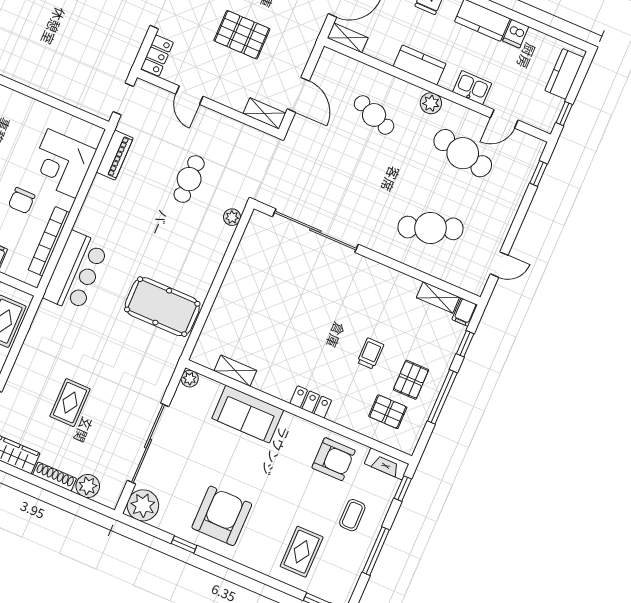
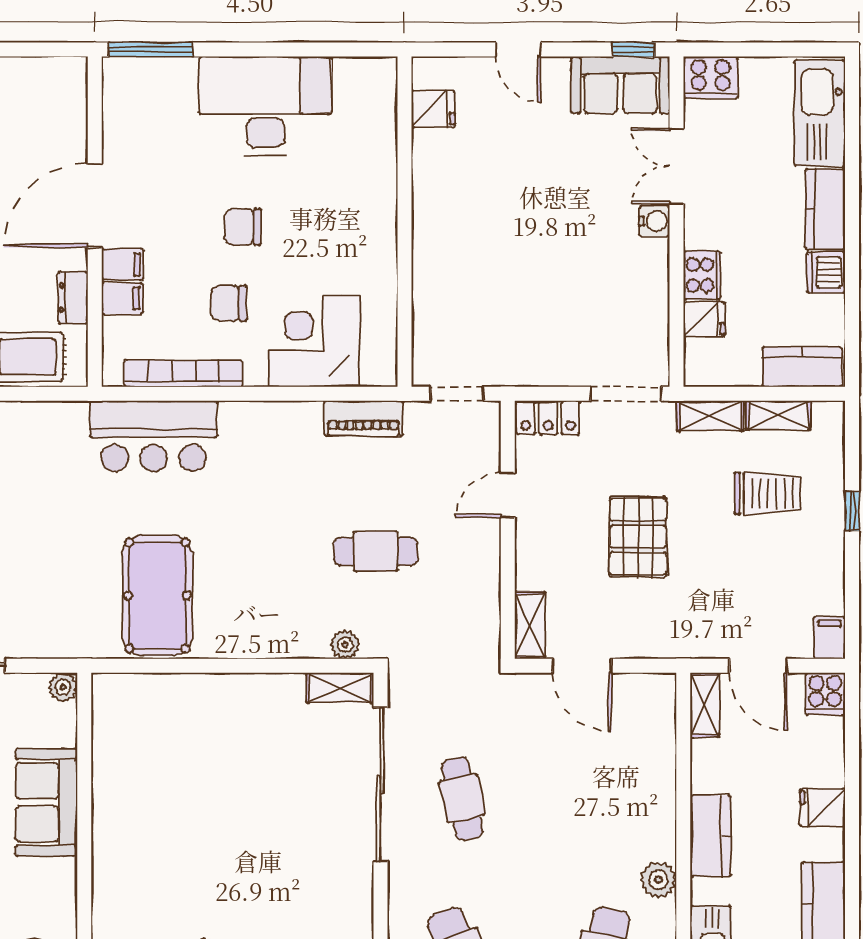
door: (298, 95) -> (582, 666), hinge flipped
cafe table: (374, 115) -> (462, 798), moved, turned -33
shelving: (235, 371) -> (340, 688), moved, turned 90
locker: (311, 402) -> (108, 893), removed

